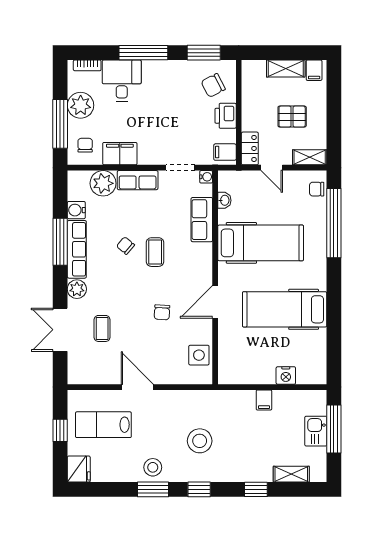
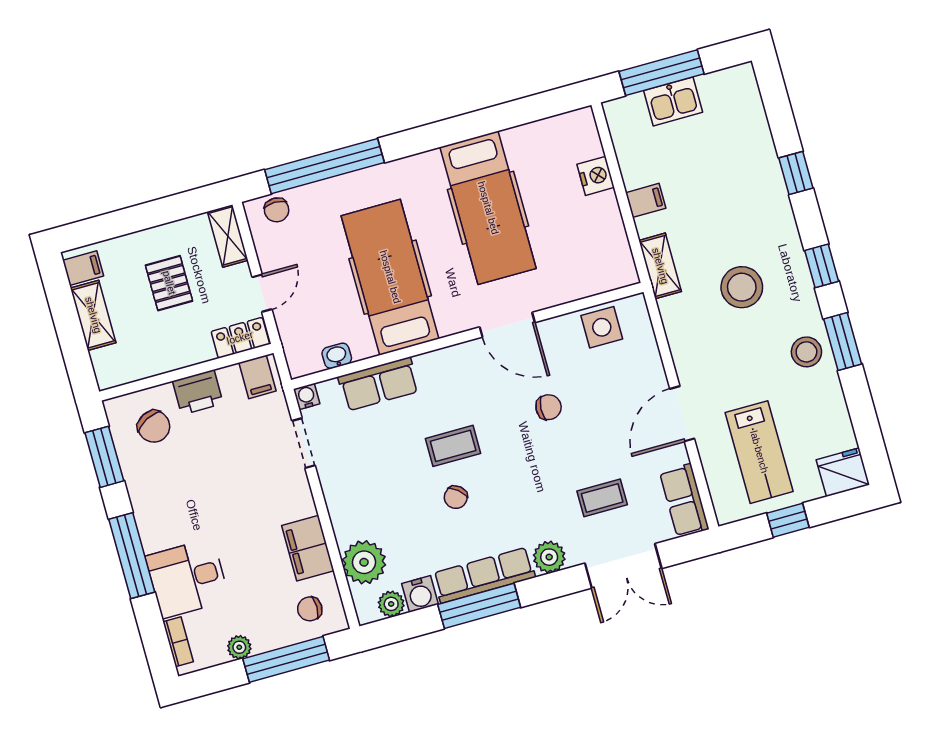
plant: (81, 105) -> (239, 647), width x0.53, depth x0.53
row of seats: (138, 180) -> (684, 501), moved, turned 180
plant: (75, 192) -> (391, 604), added
shelving: (291, 474) -> (660, 266), moved

